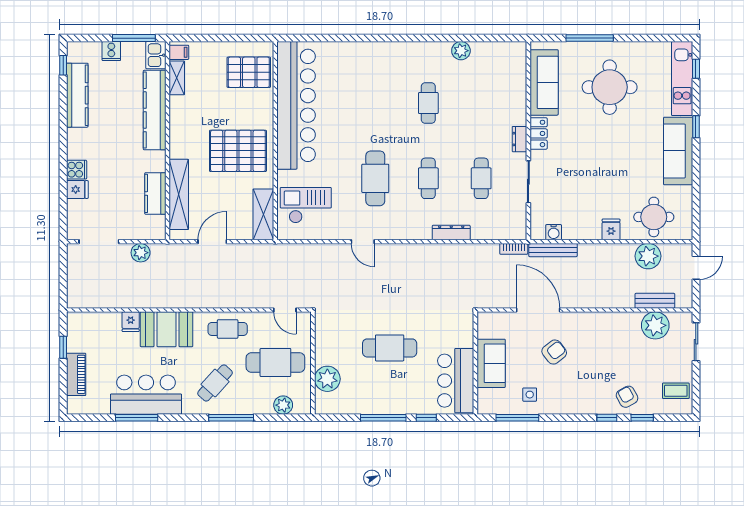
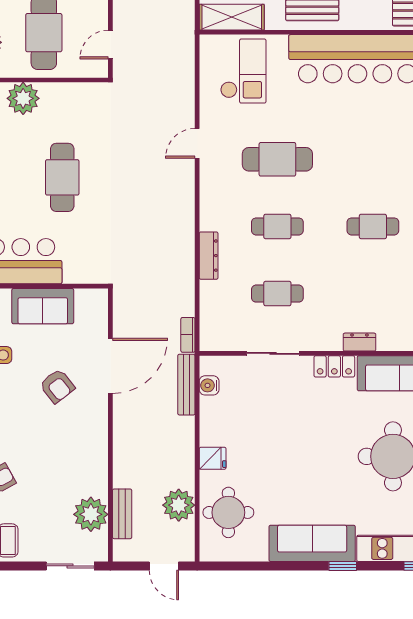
dresser: (519, 139) -> (359, 342), moved

